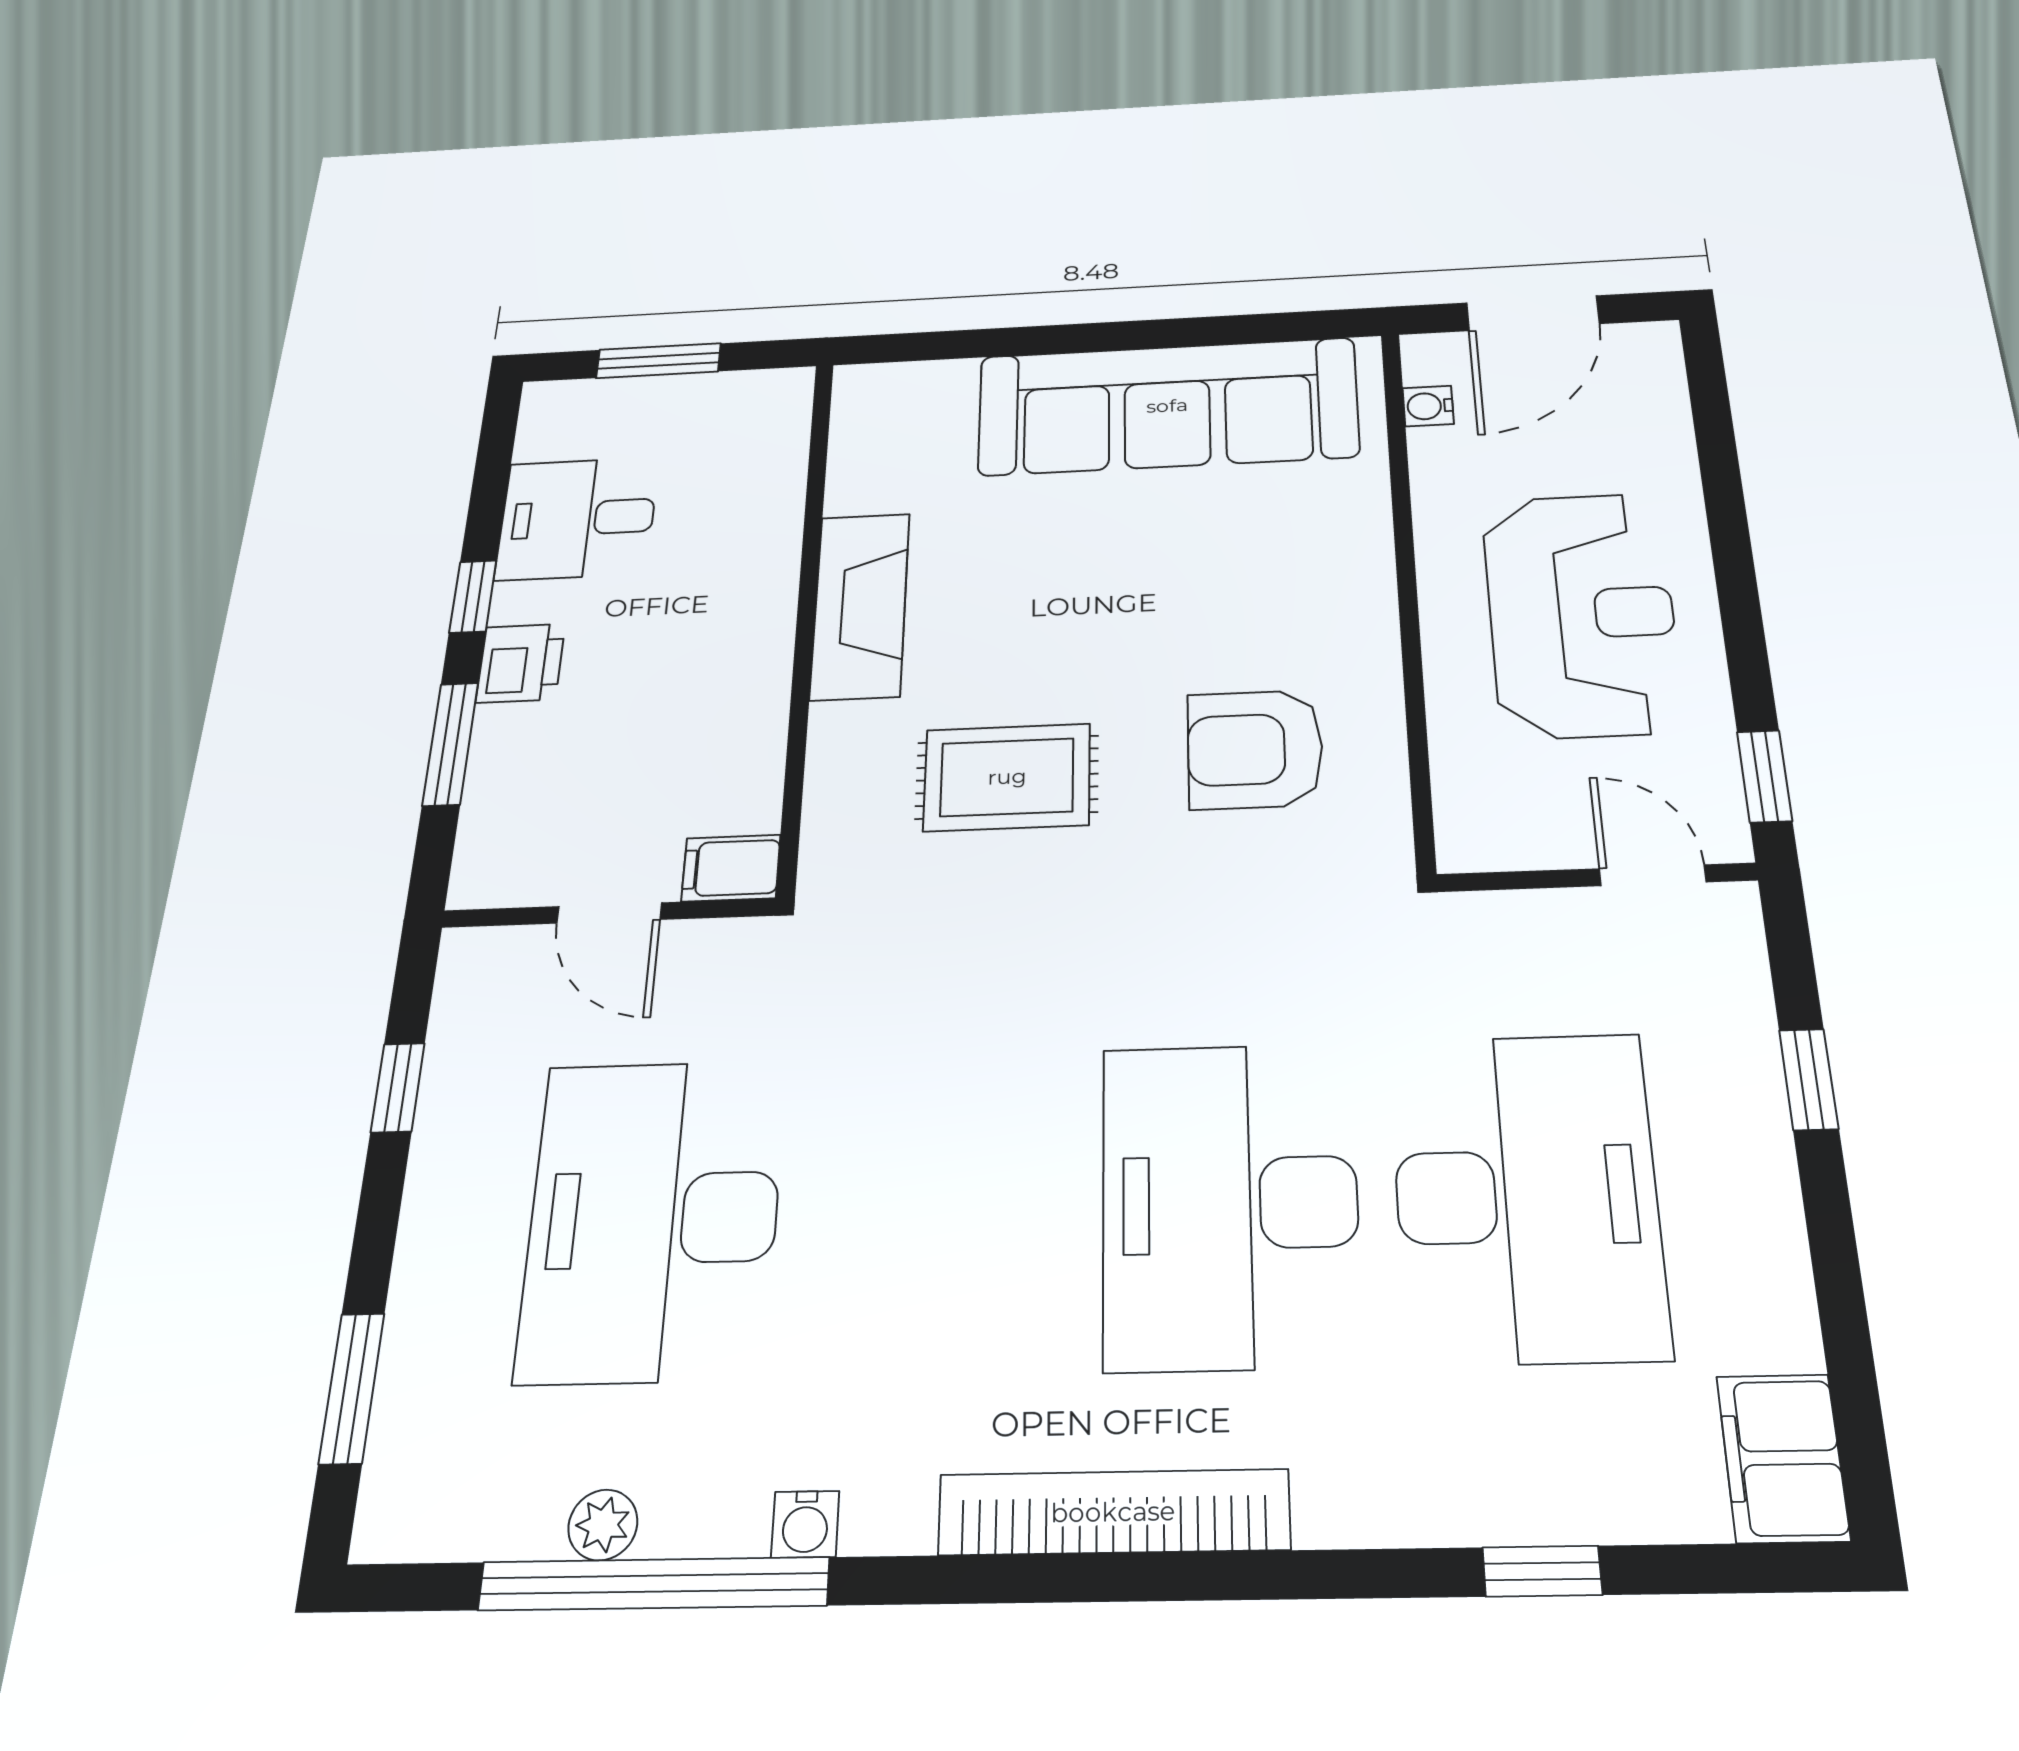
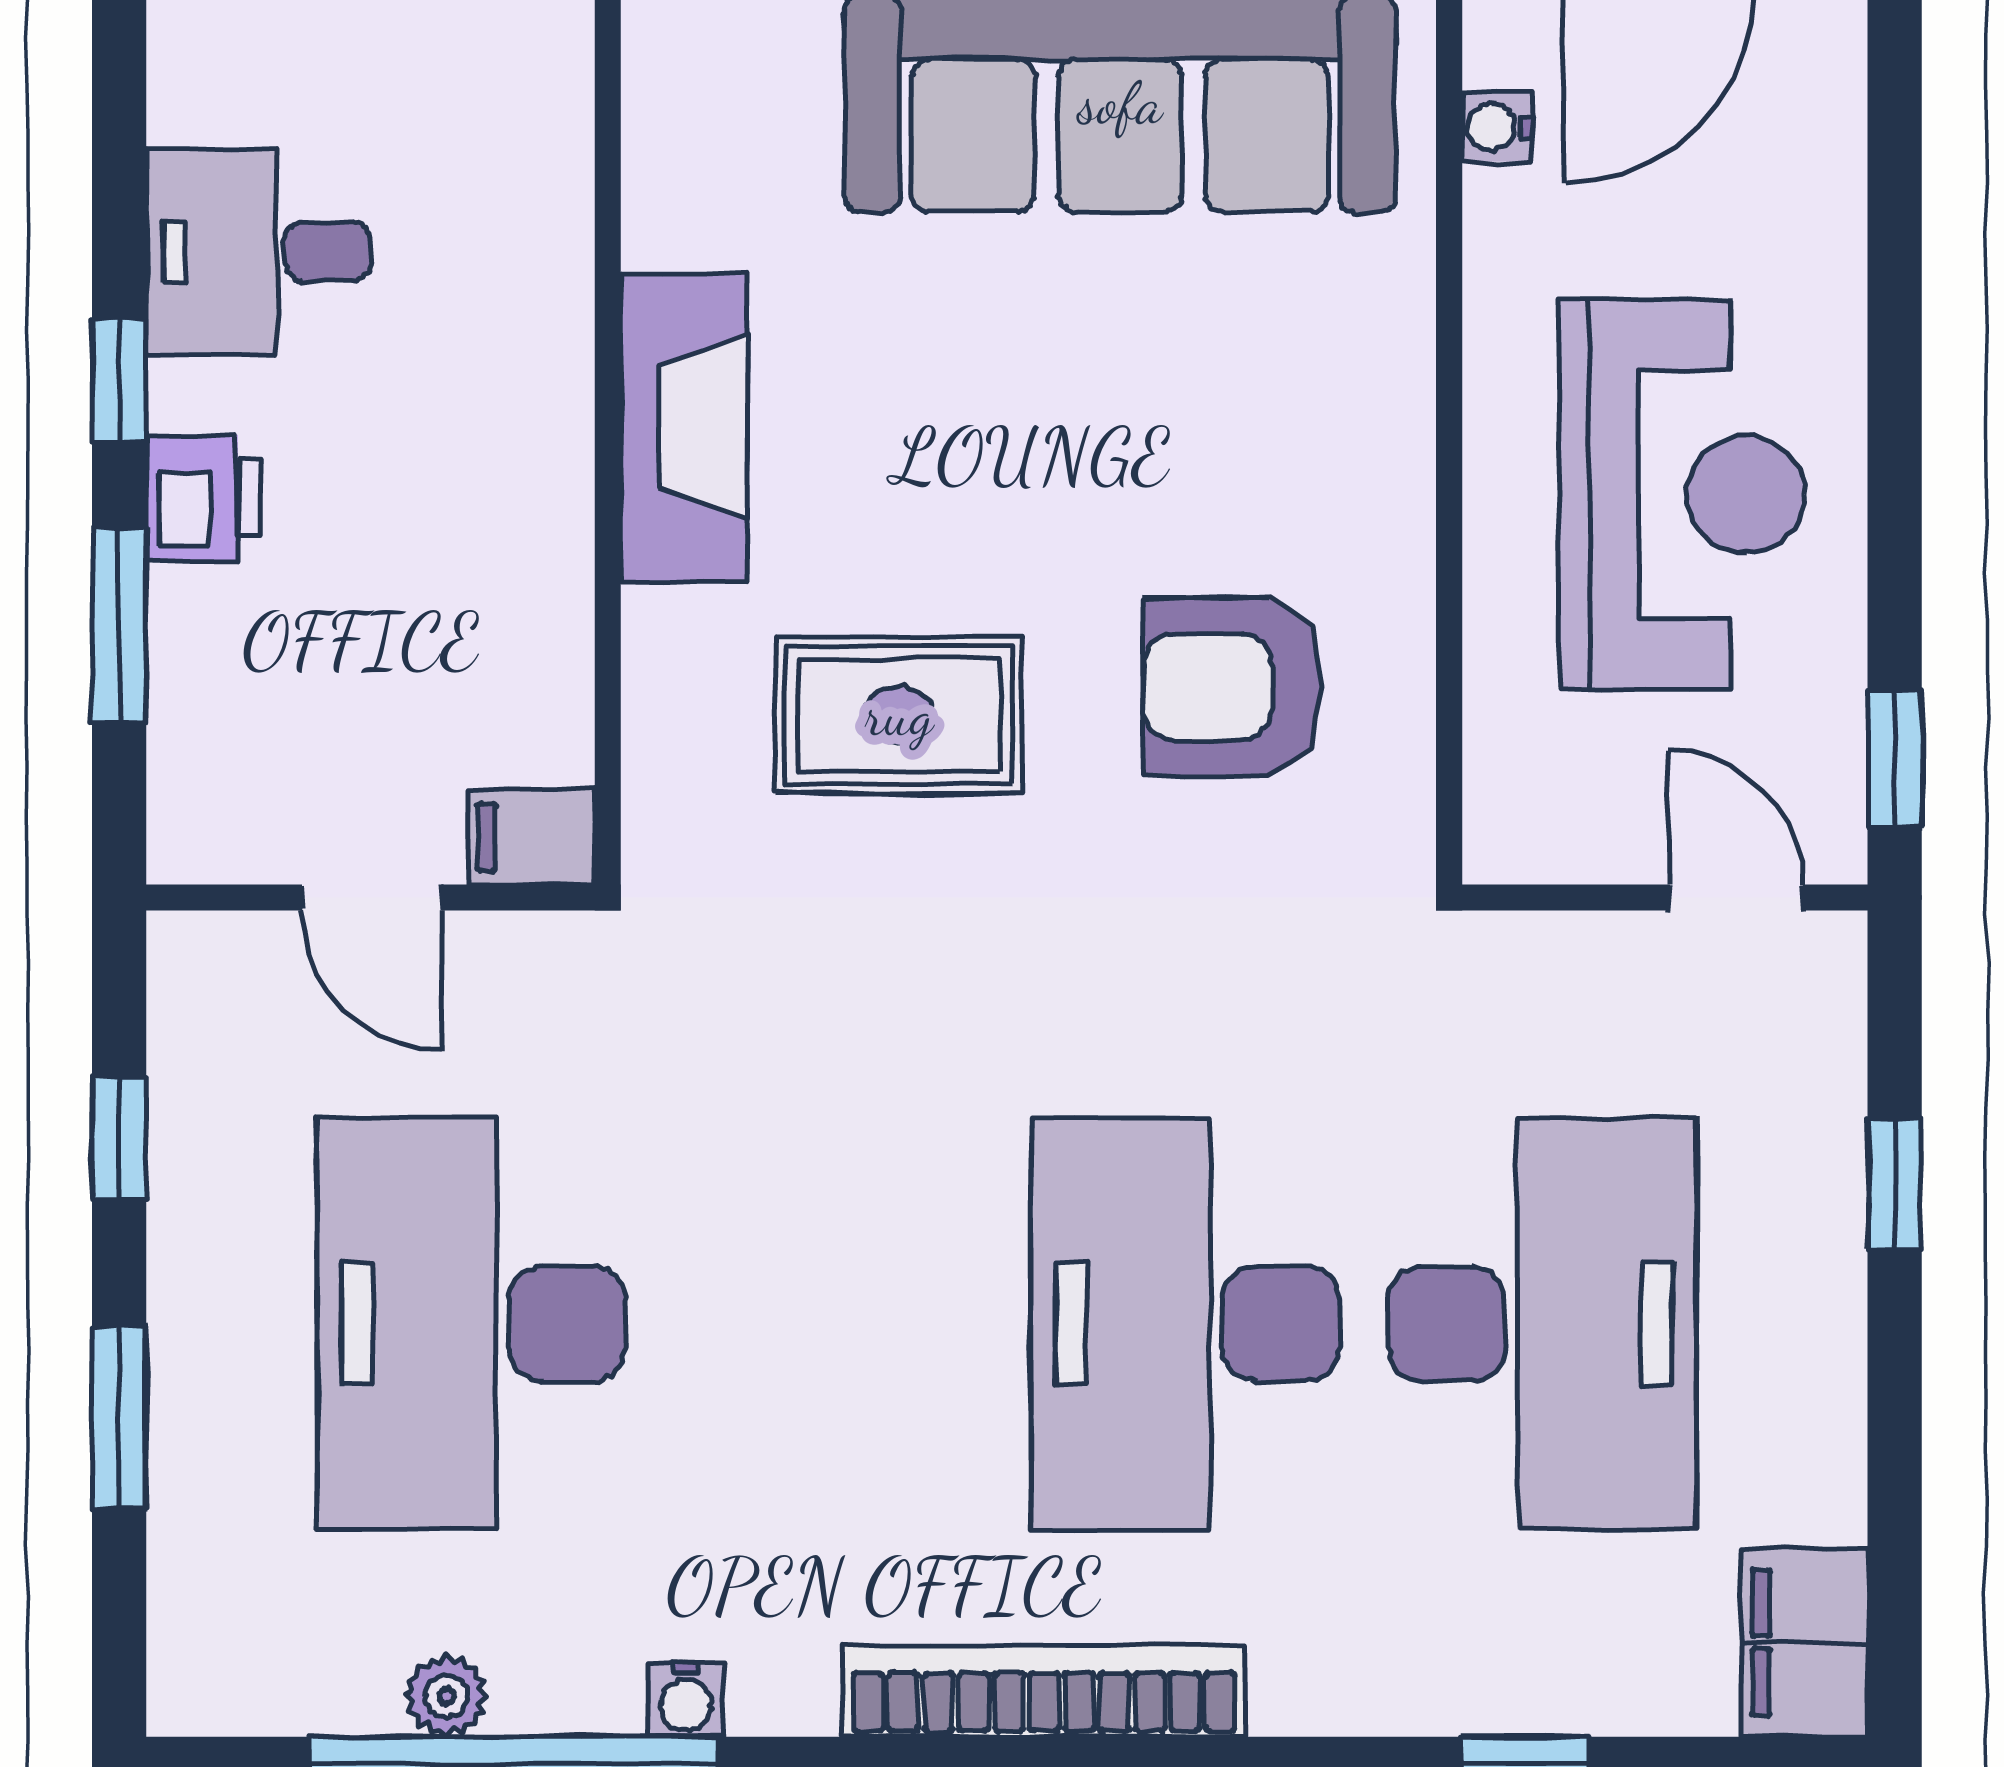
window: (352, 1388) -> (119, 1418), moved

